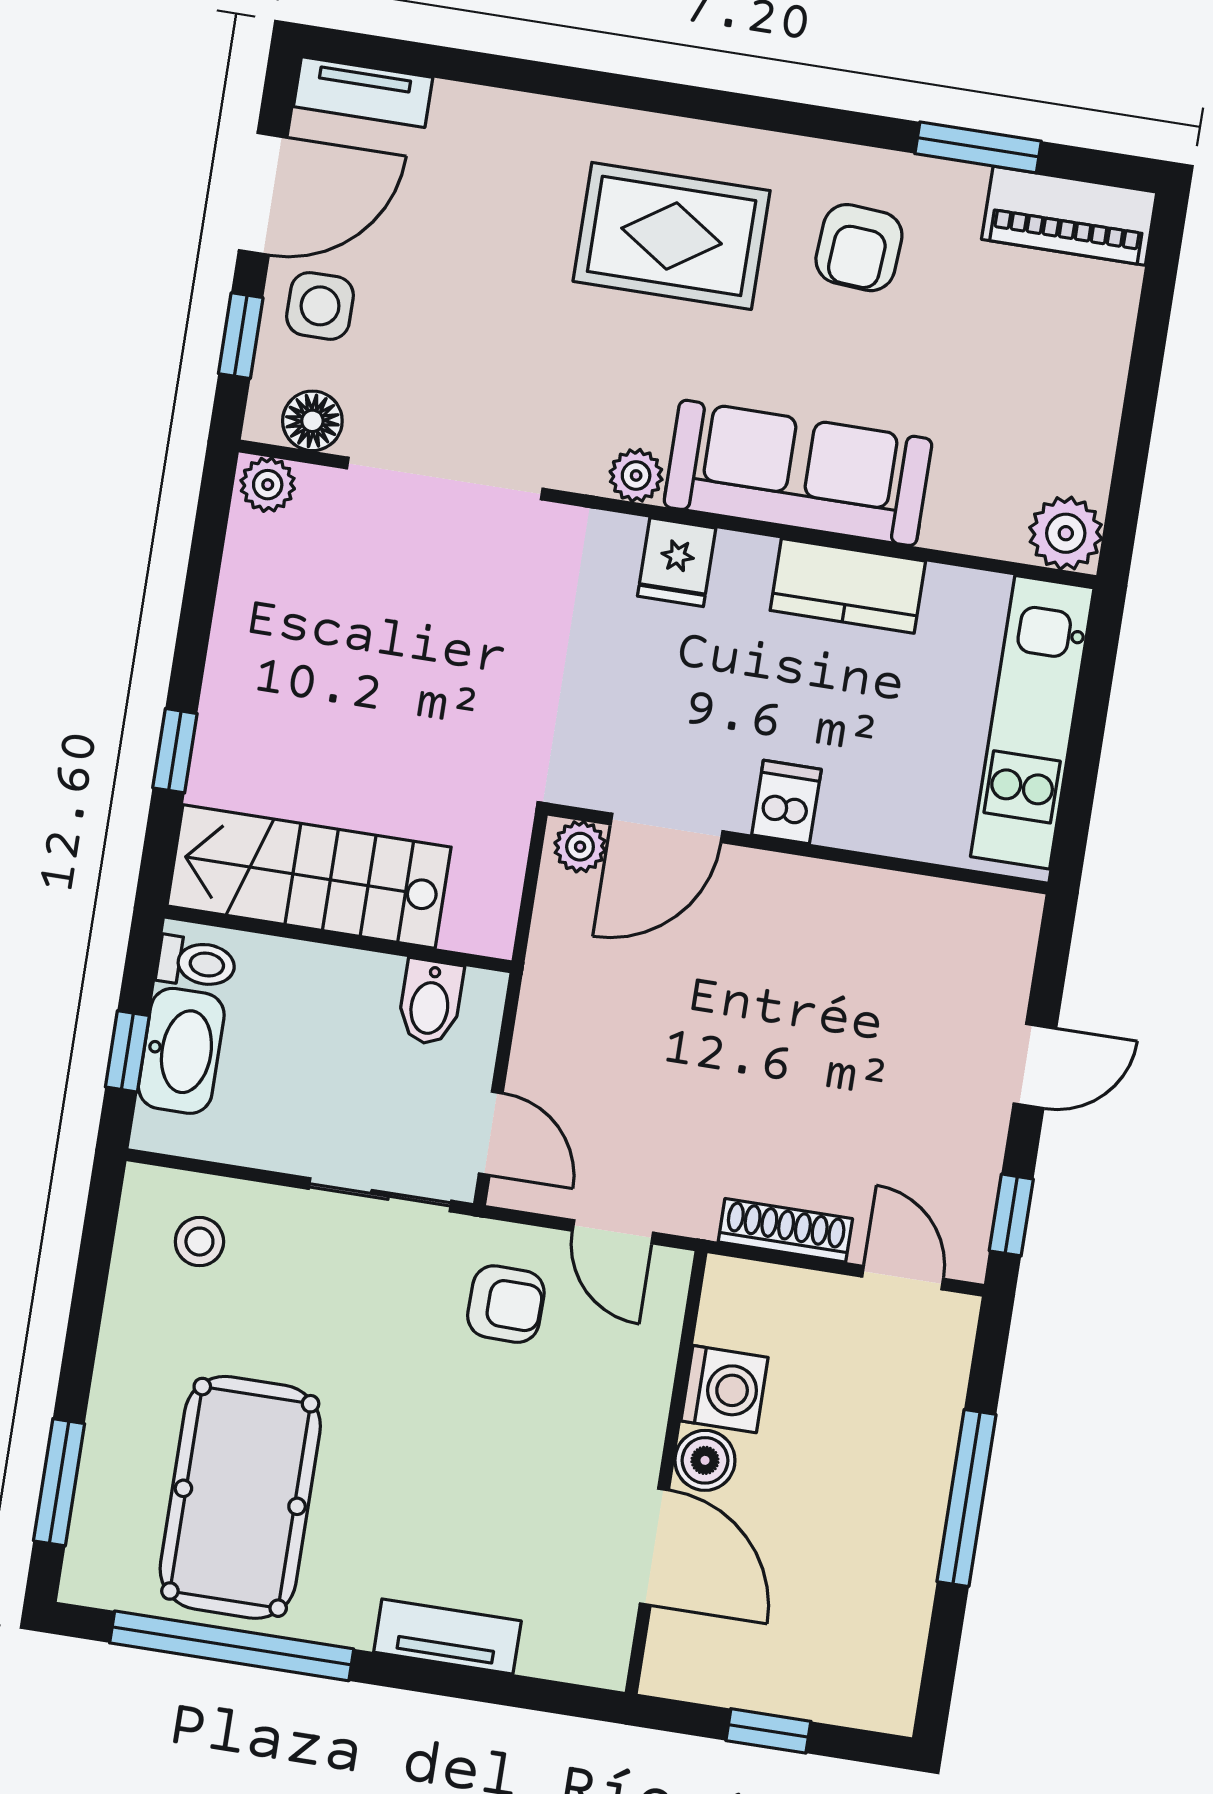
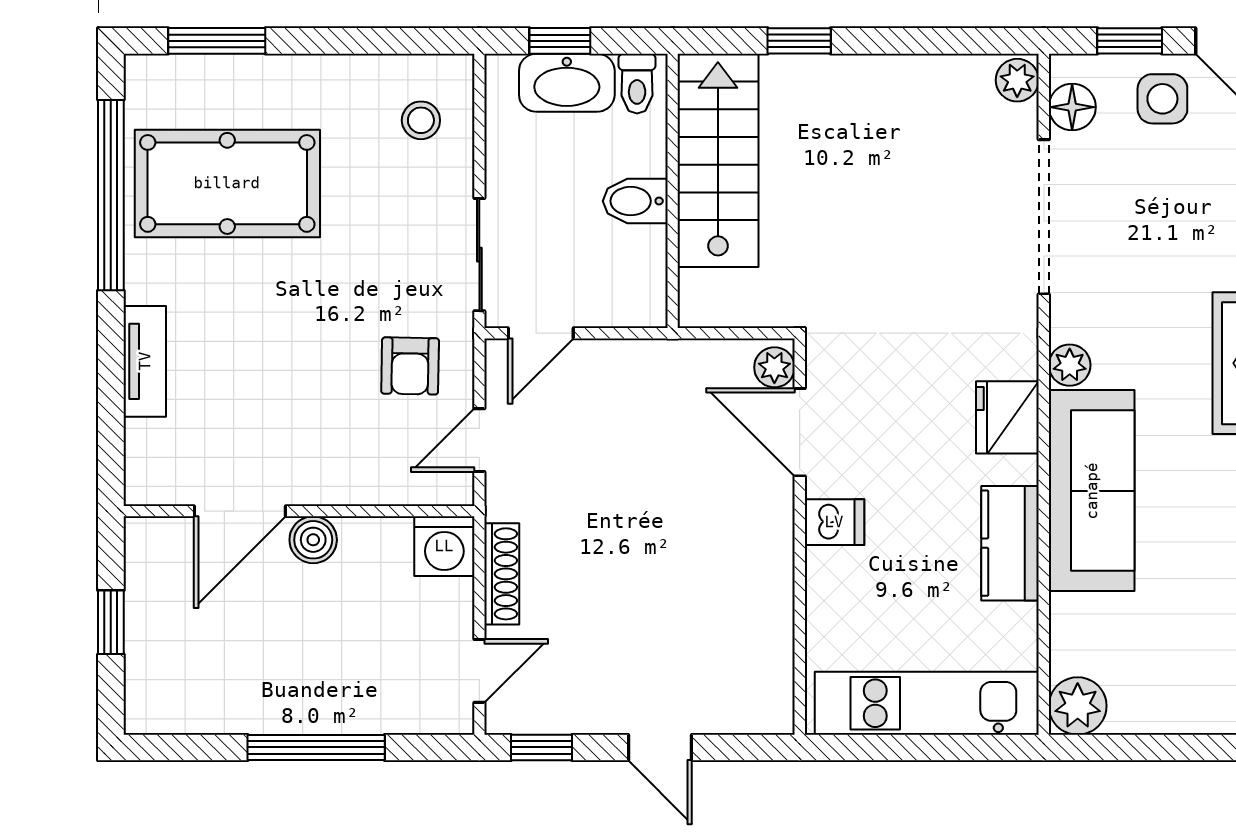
fridge: (677, 562) -> (1007, 417), width x1.38
bidet: (430, 1002) -> (635, 201), moved
washing machine: (725, 1389) -> (444, 546), moved

